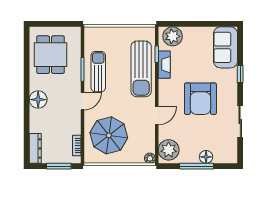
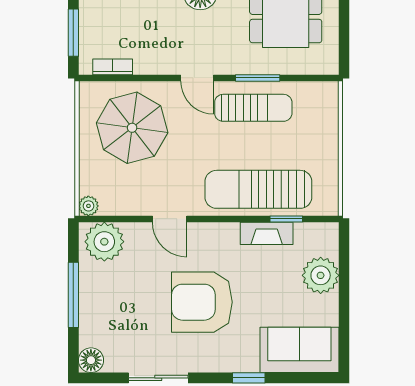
plant: (173, 36) -> (321, 275), moved
floor lamp: (206, 157) -> (91, 360), moved

